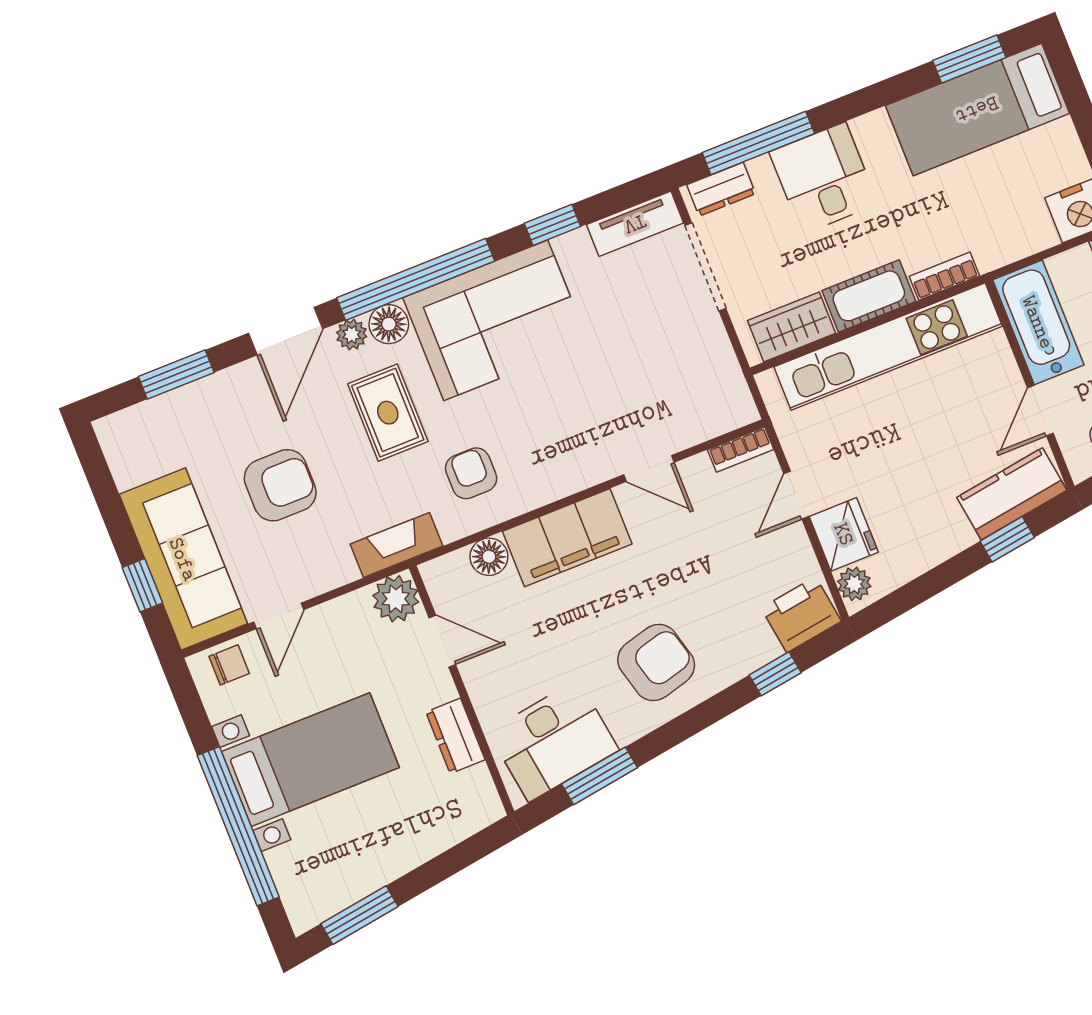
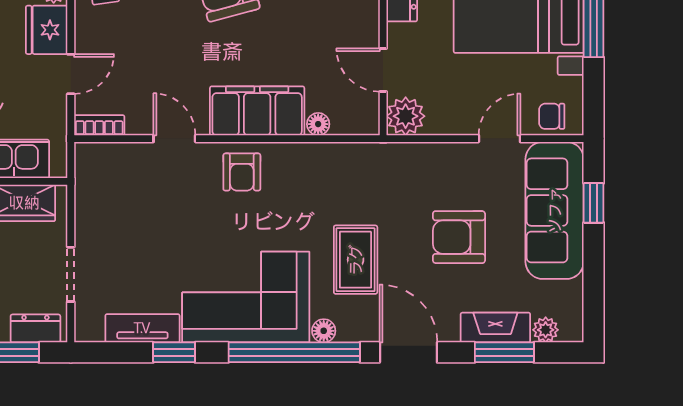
tv unit: (635, 224) -> (142, 328), moved
doorway: (705, 267) -> (71, 274), width x0.73
floor lamp: (389, 324) -> (324, 331), width x0.73, depth x0.73
door: (286, 331) -> (408, 352), hinge flipped
plant: (352, 335) -> (546, 330), moved
armchair: (471, 473) -> (242, 172), moved
fireplace: (397, 545) -> (495, 328), moved, turned 180
floor lamp: (489, 557) -> (318, 124), width x0.73, depth x0.73

